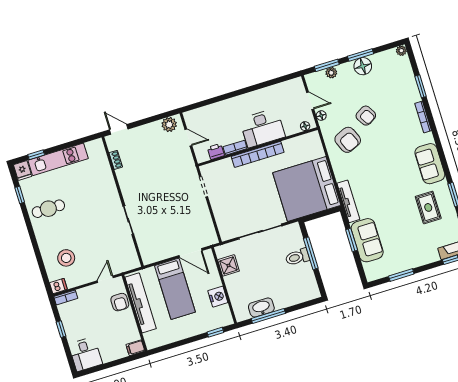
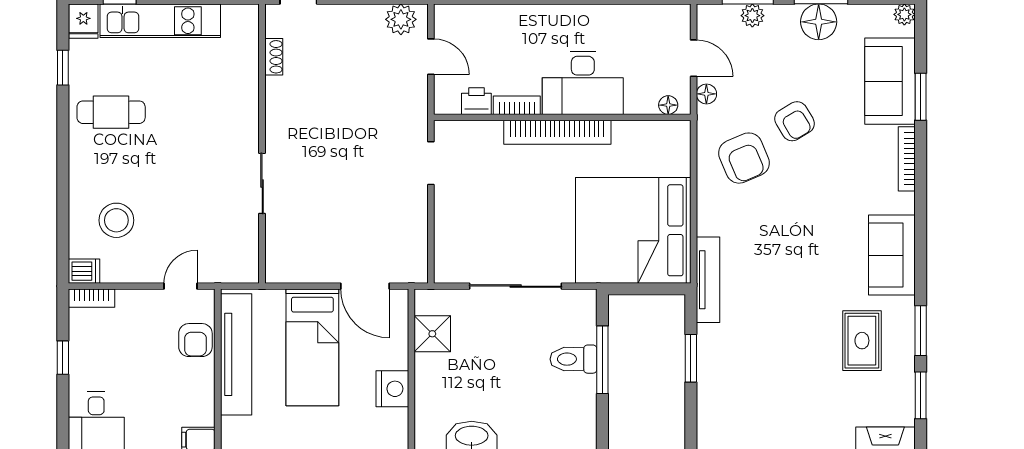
sofa: (367, 240) -> (890, 81), moved, turned 180

